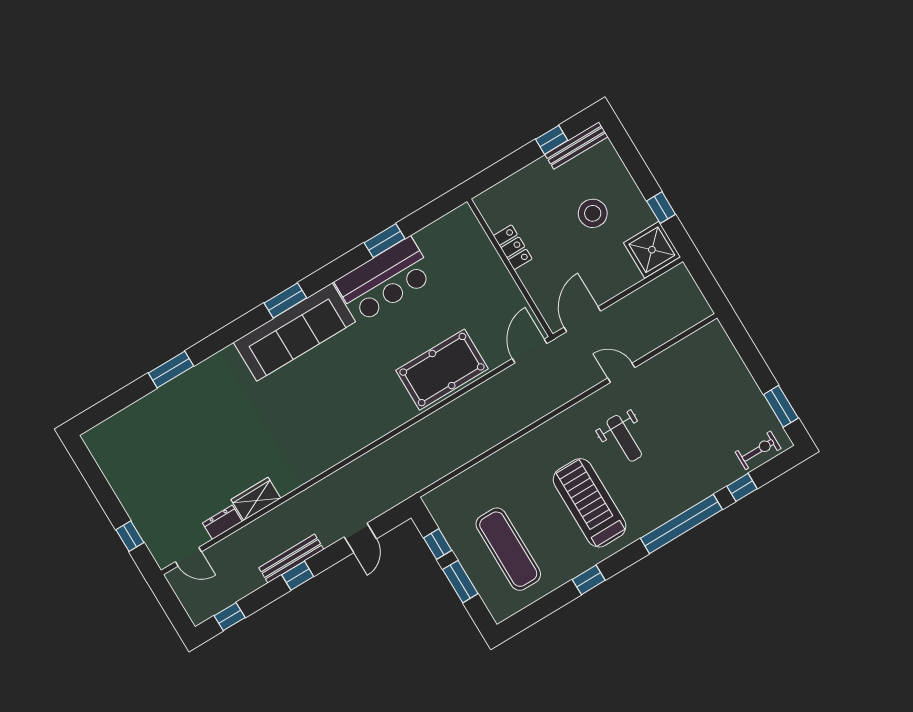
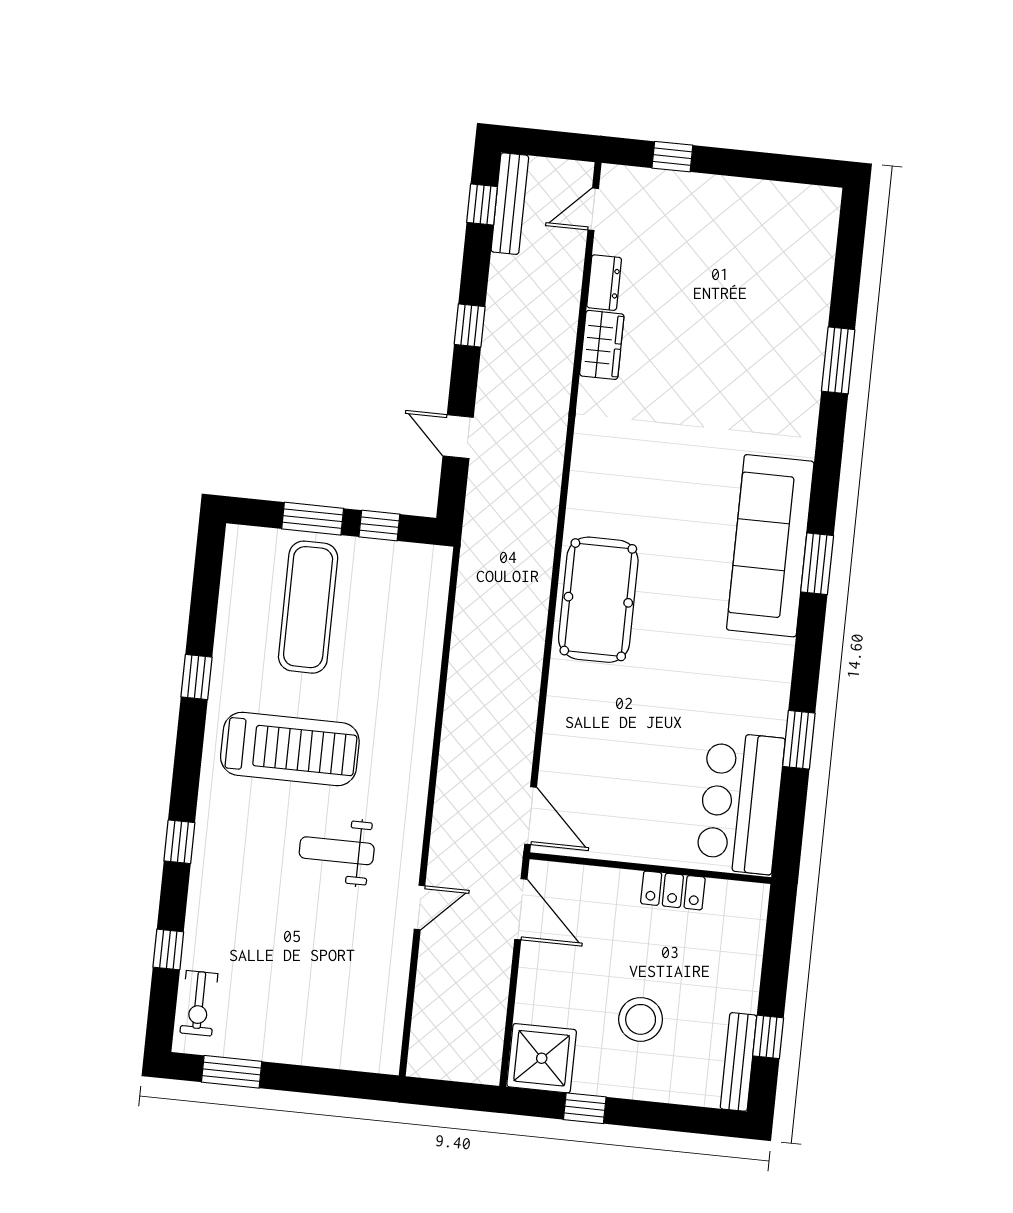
bar counter: (385, 280) -> (741, 803), moved
pool table: (442, 370) -> (598, 600), moved
window: (681, 524) -> (179, 842), width x0.32
exercise mat: (508, 549) -> (308, 607), turned 90
bench: (291, 559) -> (510, 204), moved

